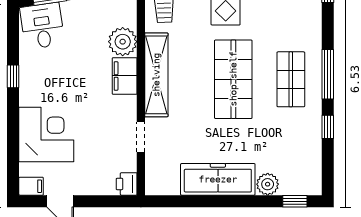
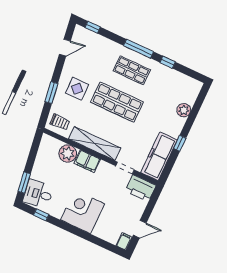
window: (13, 76) -> (41, 215), moved
corner desk: (46, 134) -> (82, 212), moved
freezer: (218, 179) -> (159, 156), moved
printer: (127, 184) -> (141, 188), width x1.87, depth x1.48
window: (295, 201) -> (180, 143), moved

